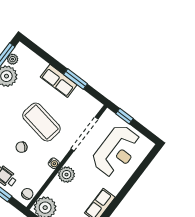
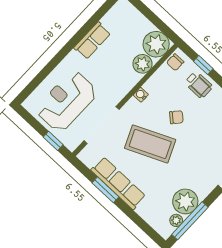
row of seats: (59, 81) -> (118, 183), width x1.48
coffee table: (41, 122) -> (150, 144), turned -34
plant: (67, 175) -> (142, 64), moved

